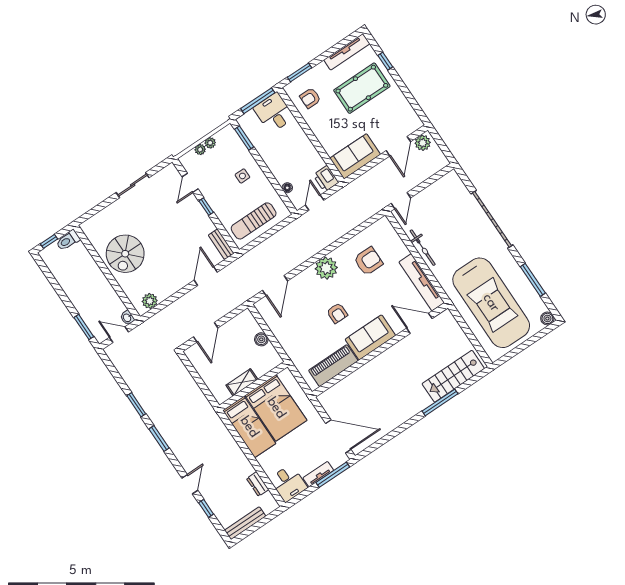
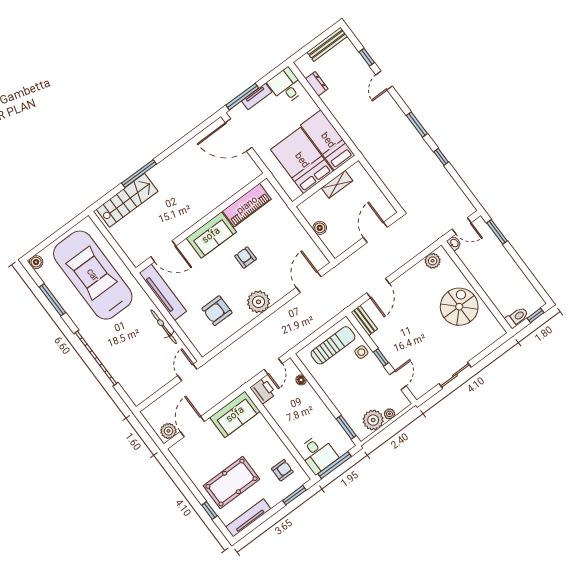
plant: (210, 143) -> (373, 420), width x1.88, depth x1.88
side table: (242, 176) -> (361, 352), moved
window: (136, 405) -> (441, 157), width x0.67

